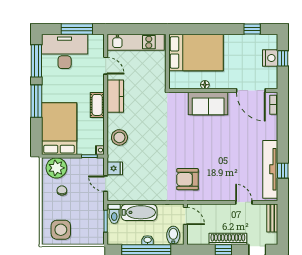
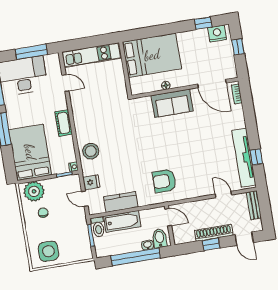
nightstand: (270, 58) -> (217, 34), moved, turned -90
kitchen counter: (115, 96) -> (121, 202), moved, turned -90
washbasin: (148, 240) -> (148, 245), moved

